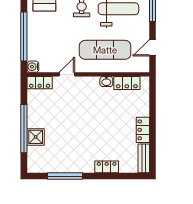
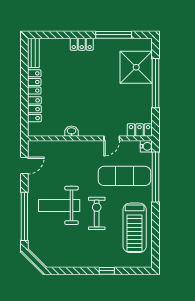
exercise mat: (105, 50) -> (124, 176), moved
locker: (127, 83) -> (34, 109), moved, turned 90
shower: (36, 137) -> (136, 67), width x1.86, depth x1.86
locker: (107, 167) -> (82, 44), moved

